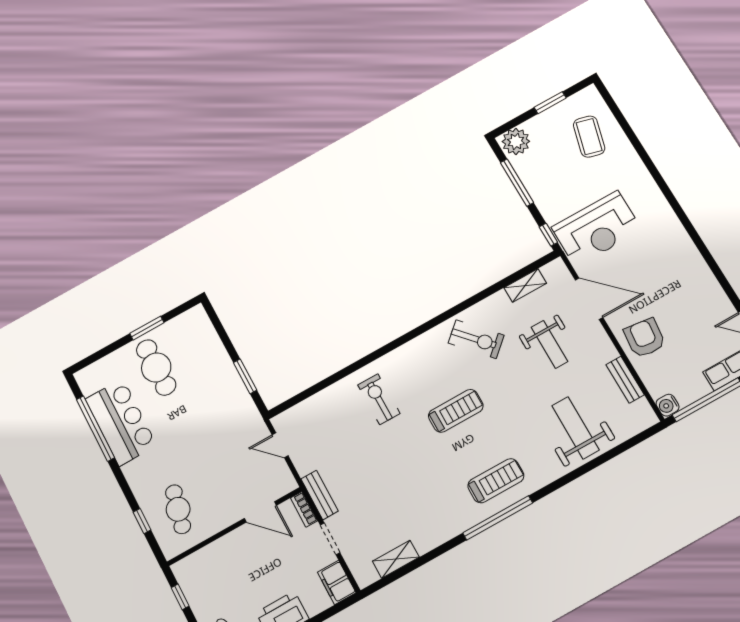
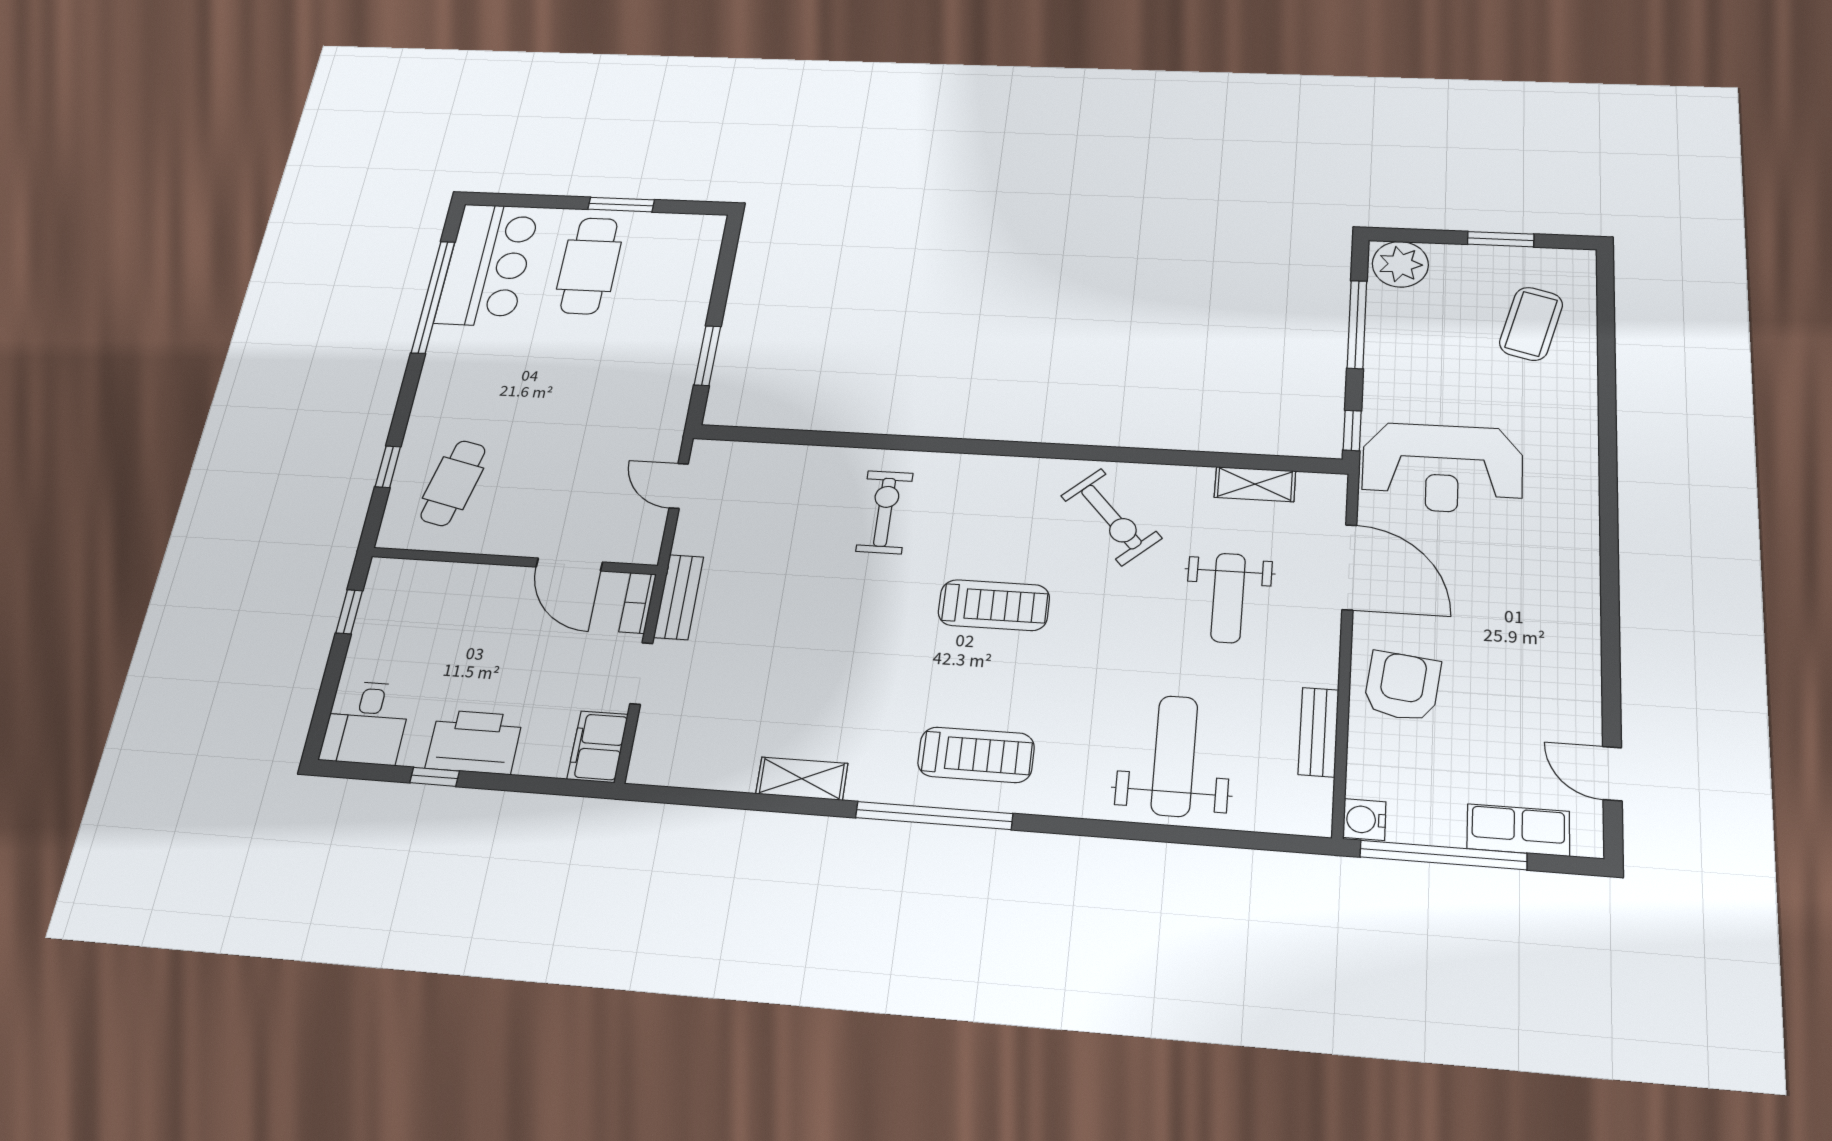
bar counter: (121, 422) -> (488, 265), moved
shelving: (396, 559) -> (802, 779), moved

